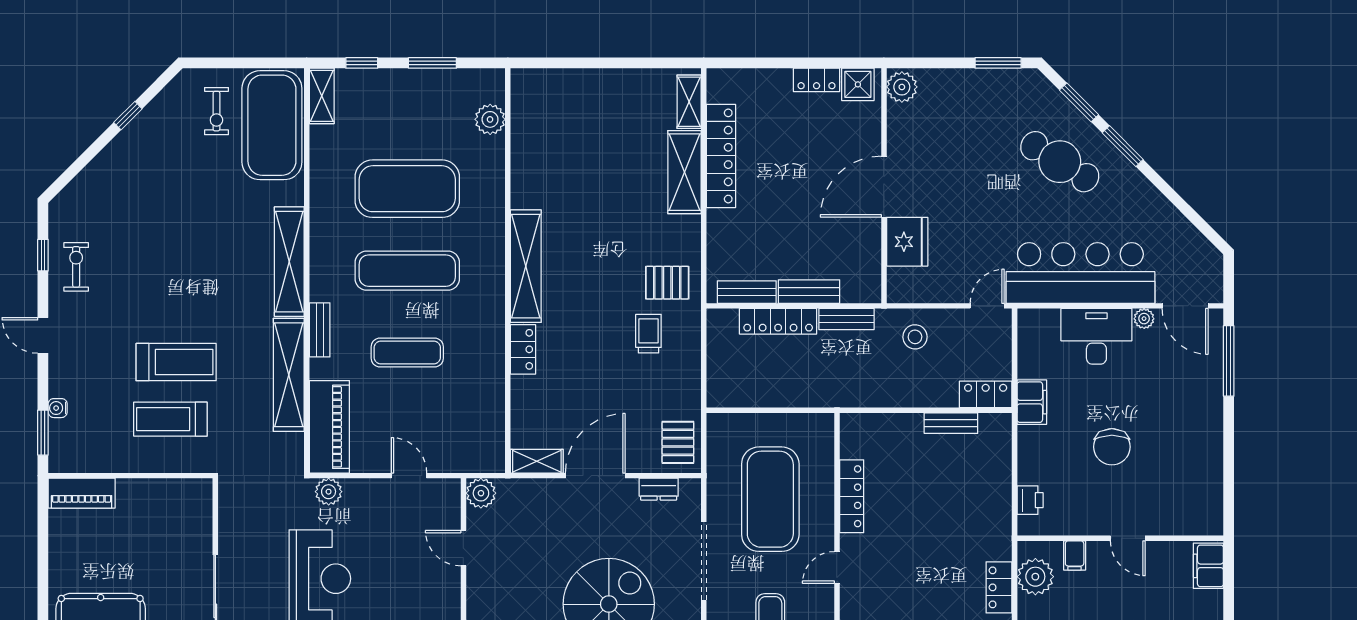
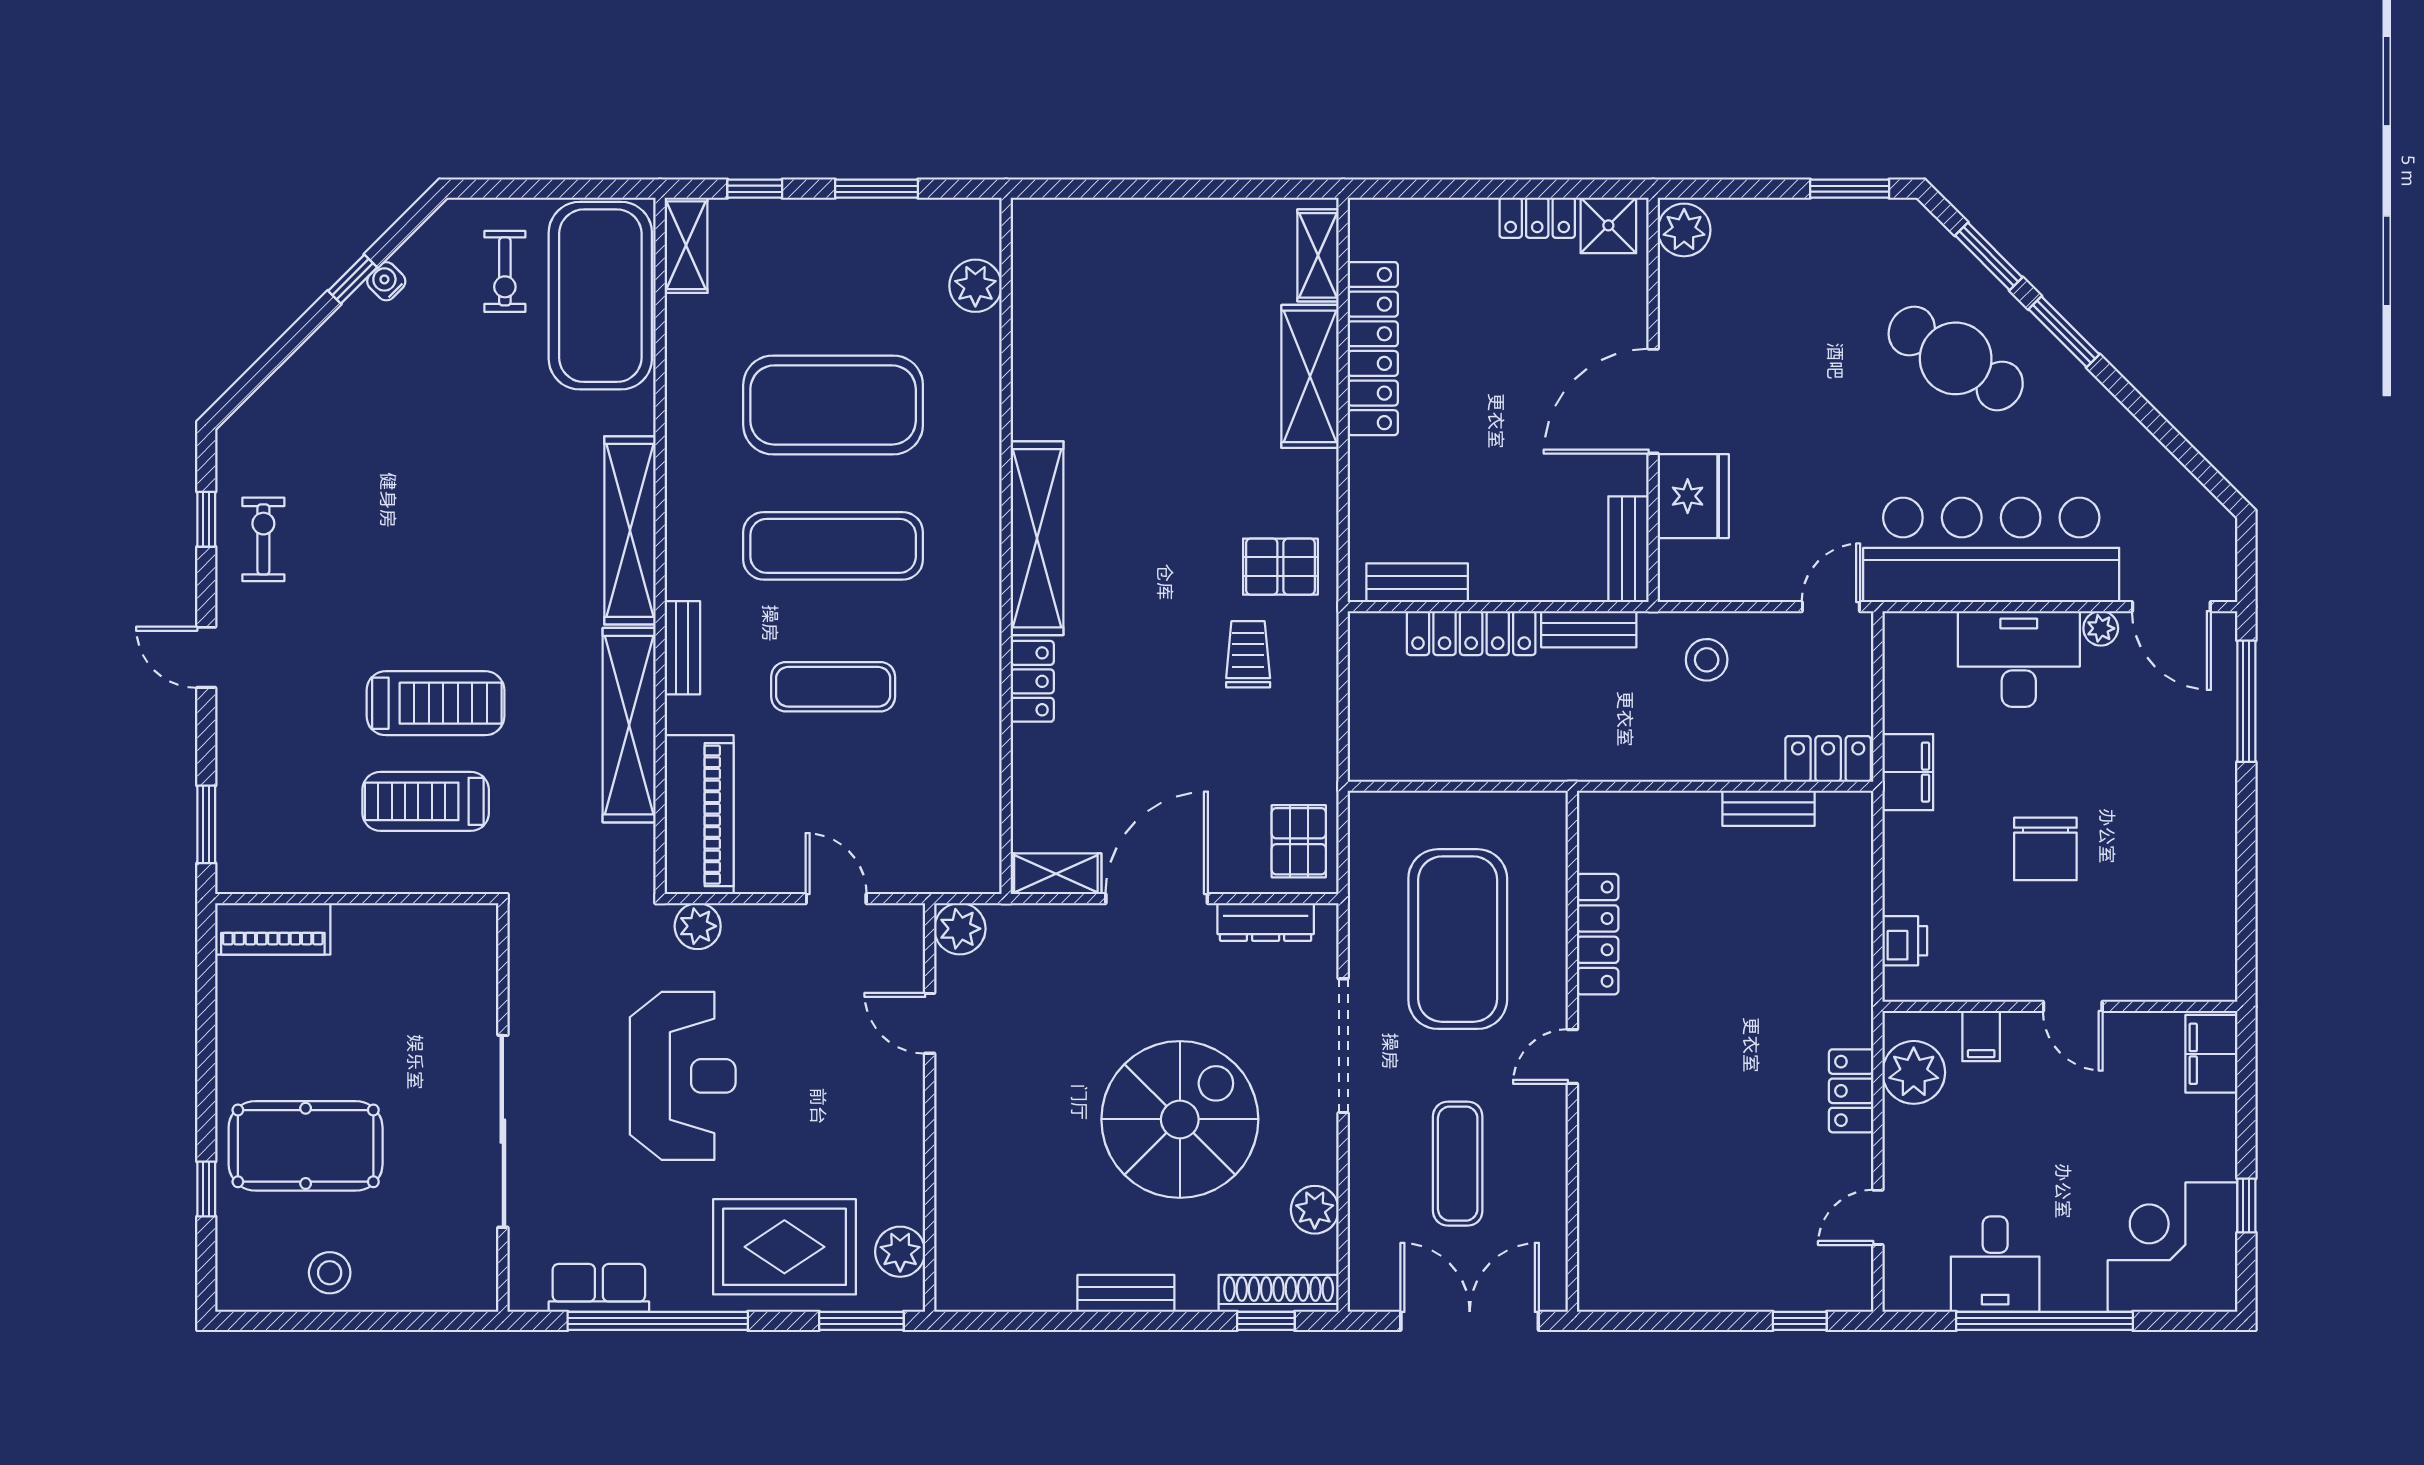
bench: (809, 292) -> (1628, 549), moved, turned 90
water cooler: (58, 408) -> (386, 281), moved, turned 45
dresser: (659, 489) -> (1266, 922), width x1.44

